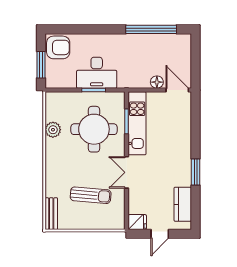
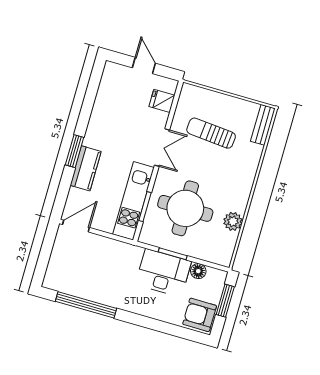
floor lamp: (157, 82) -> (198, 271), moved
door: (177, 90) -> (76, 226), swing flipped
window: (196, 172) -> (75, 151), moved
kitchen counter: (183, 204) -> (86, 168), moved
fridge: (137, 222) -> (162, 101), moved
door: (160, 234) -> (144, 66), hinge flipped

